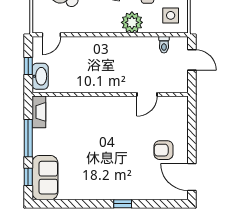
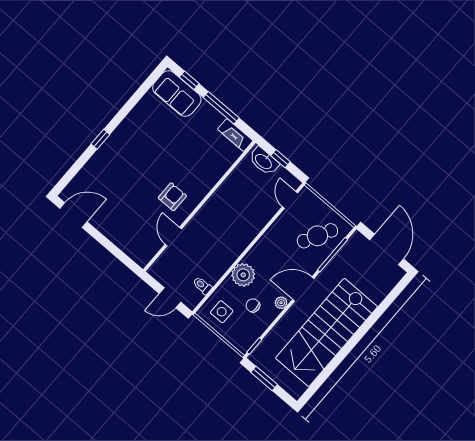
armchair: (164, 150) -> (172, 197), moved

